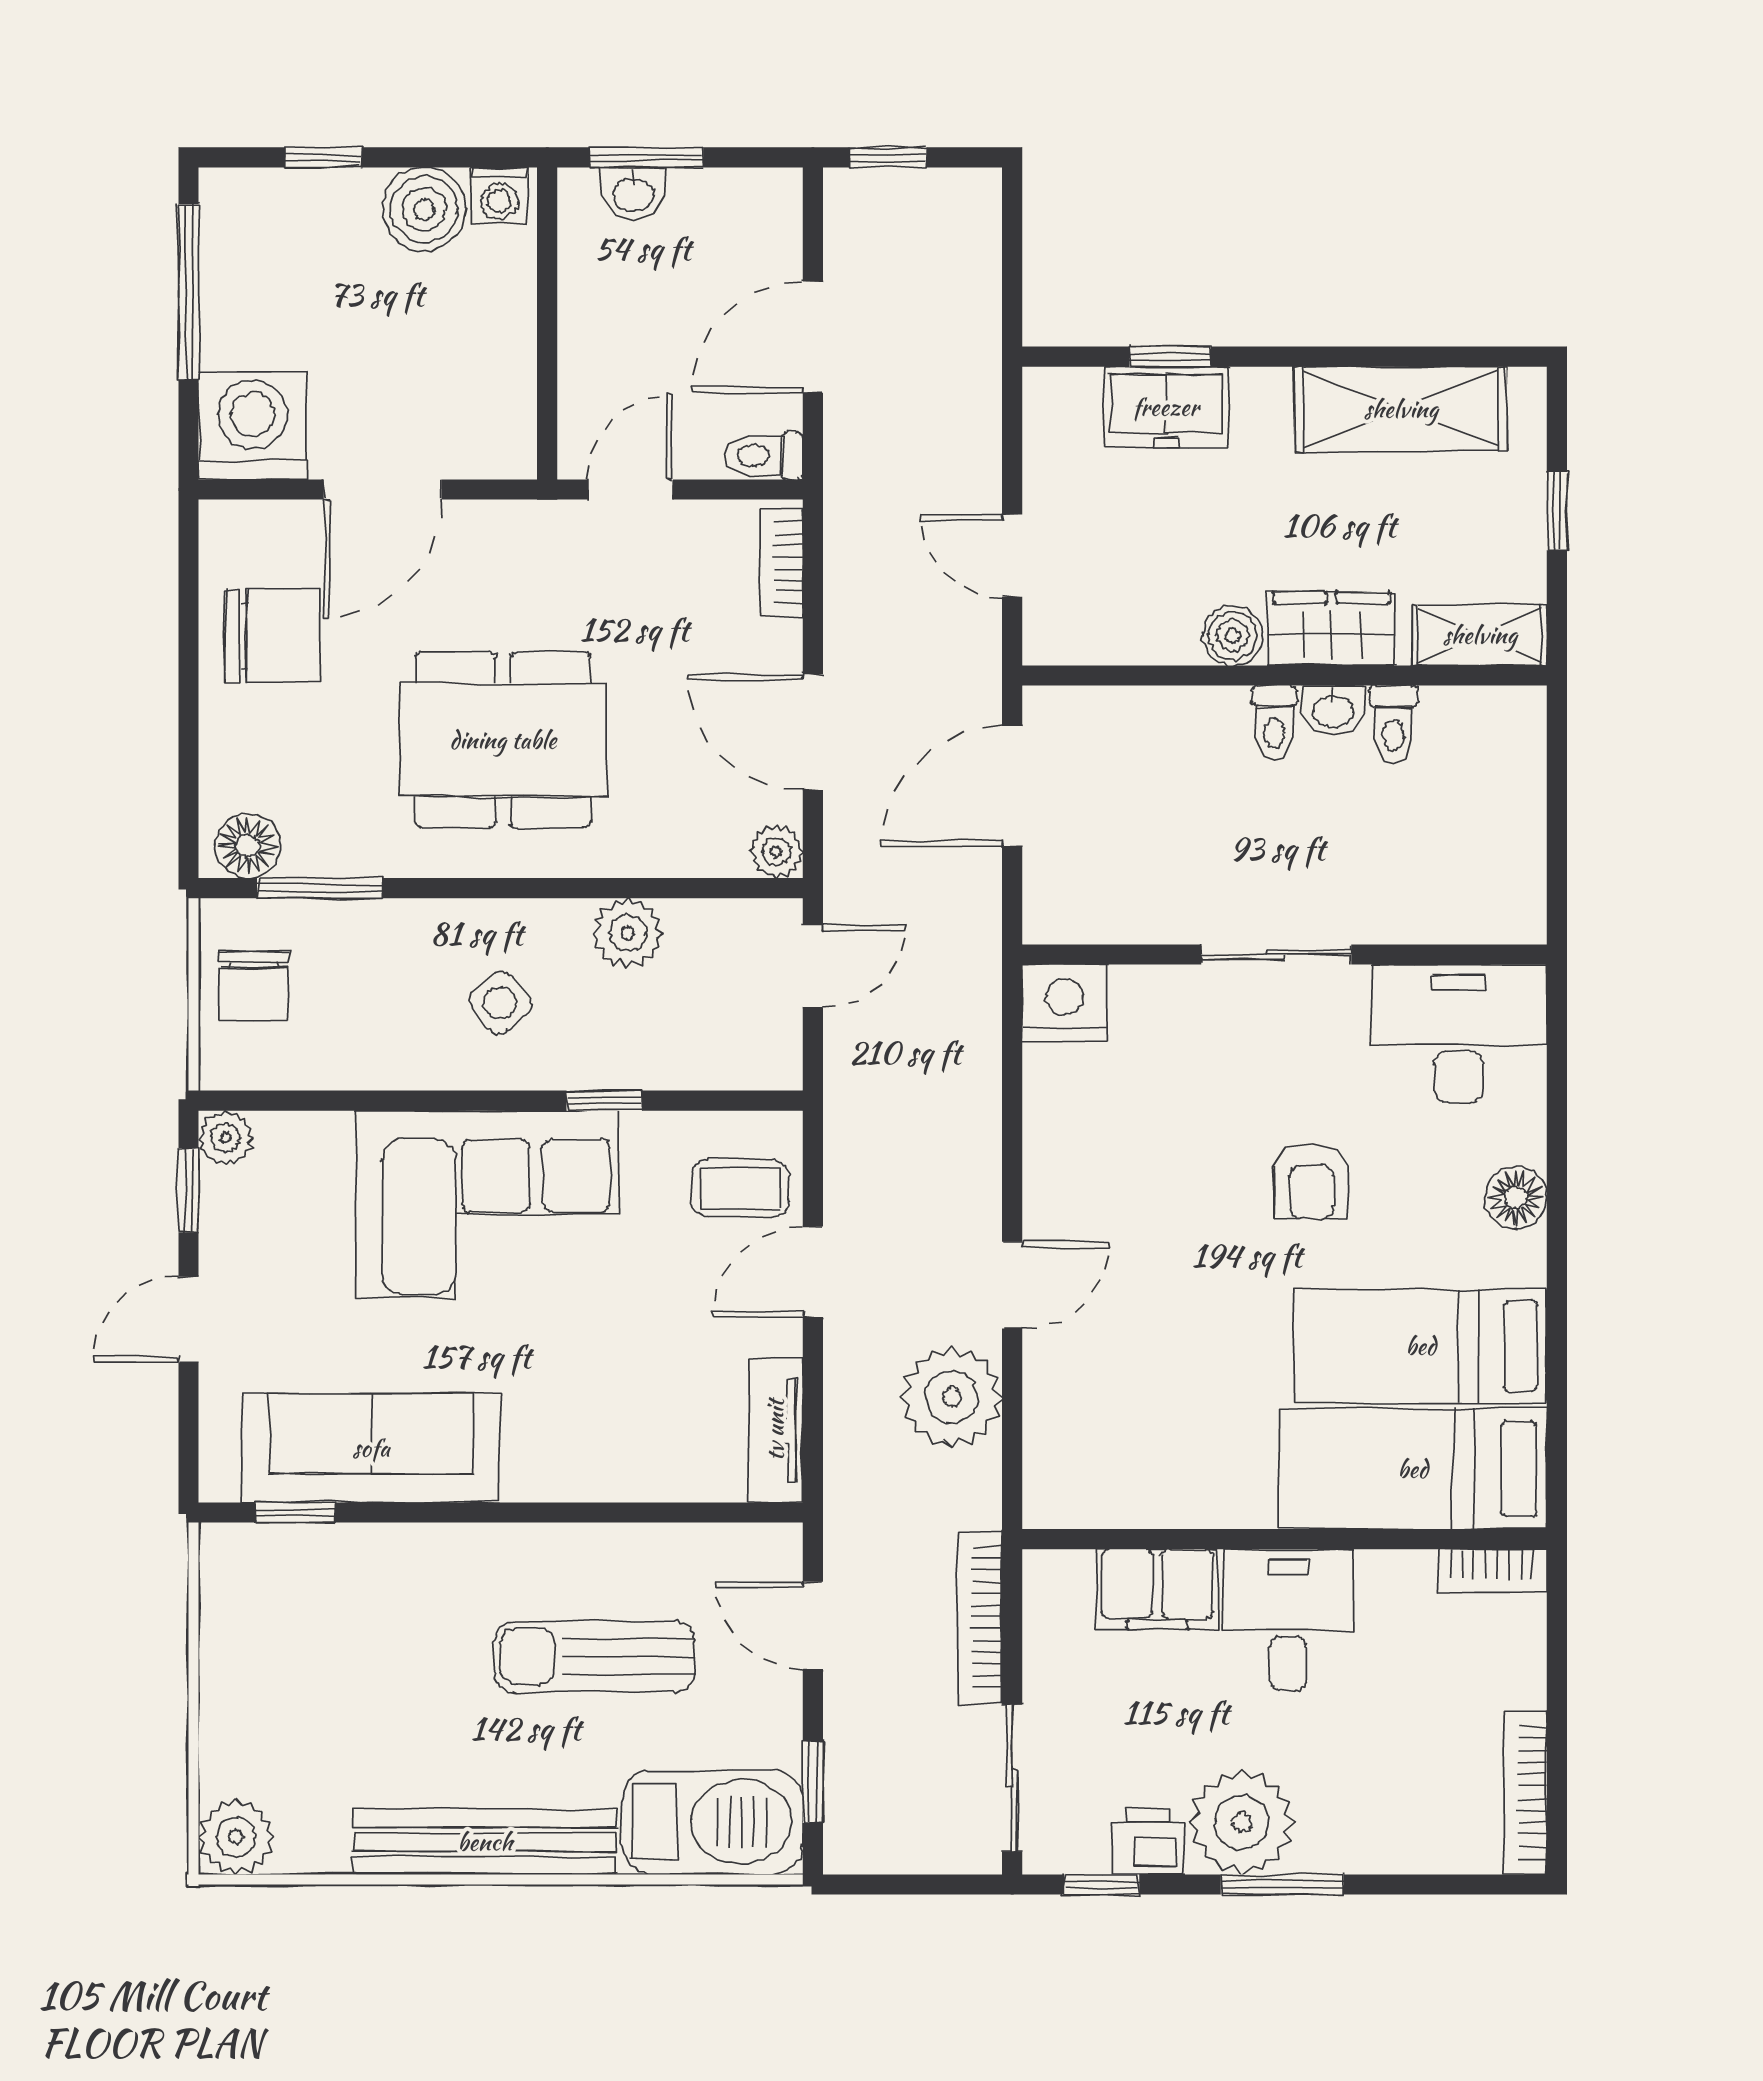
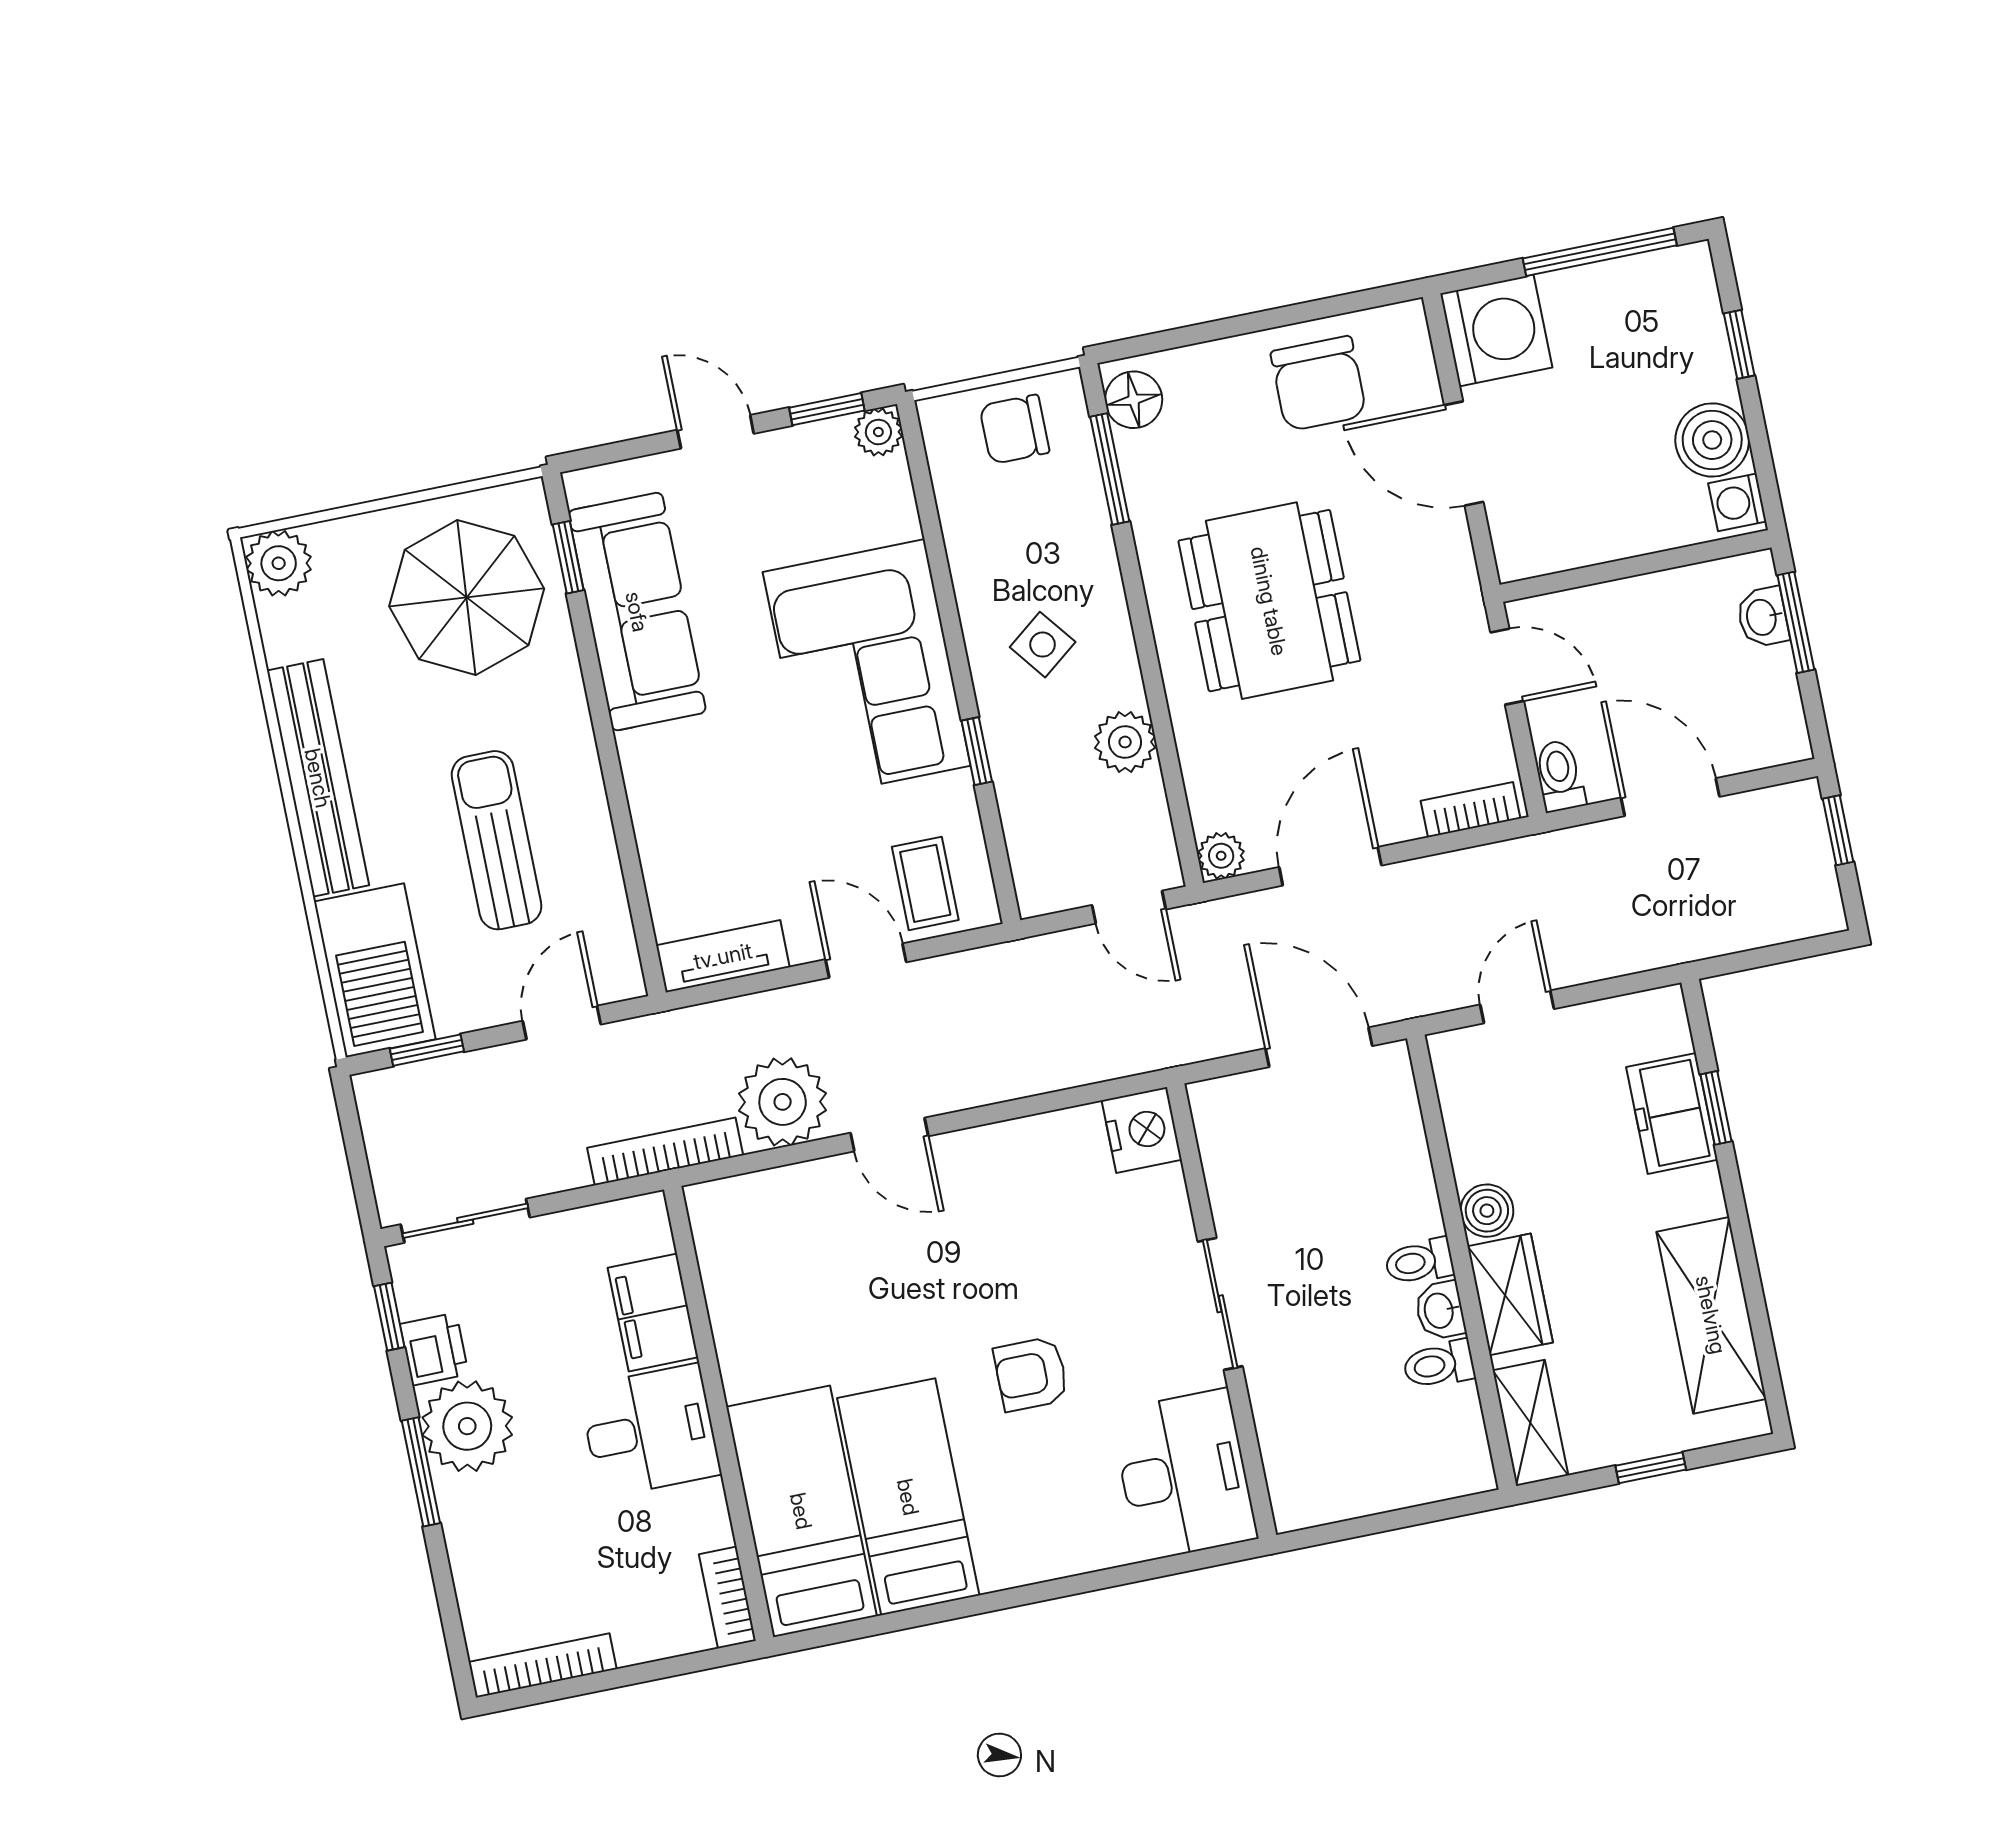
floor lamp: (1516, 1197) -> (1053, 1553), removed
bookcase: (980, 1617) -> (665, 1151), moved
parasol: (317, 1635) -> (467, 598), added

